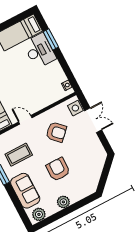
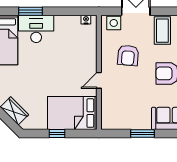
armchair: (56, 132) -> (128, 55), turned 140
coffee table: (19, 155) -> (162, 31), moved

